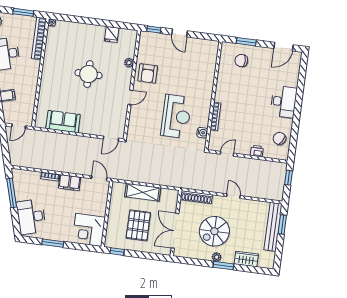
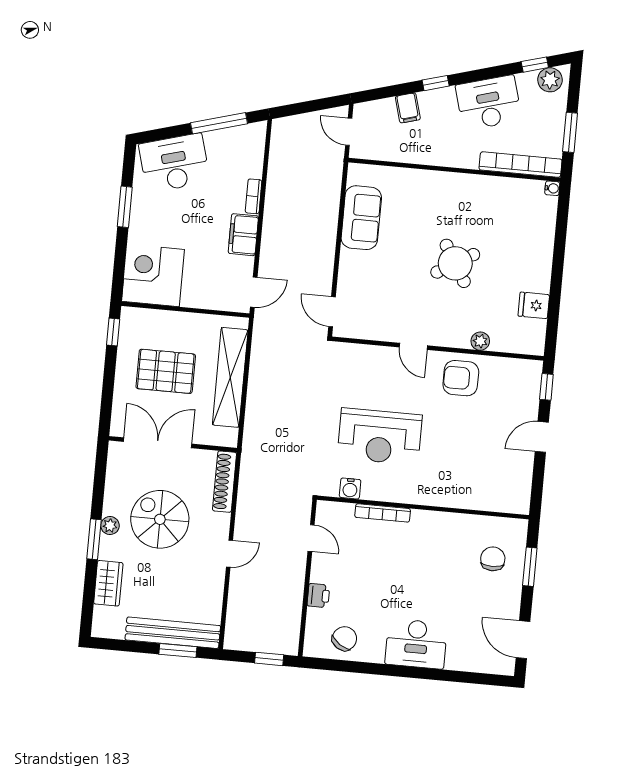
round table: (88, 74) -> (455, 263), turned -31
shelving: (143, 192) -> (230, 377), width x1.47

